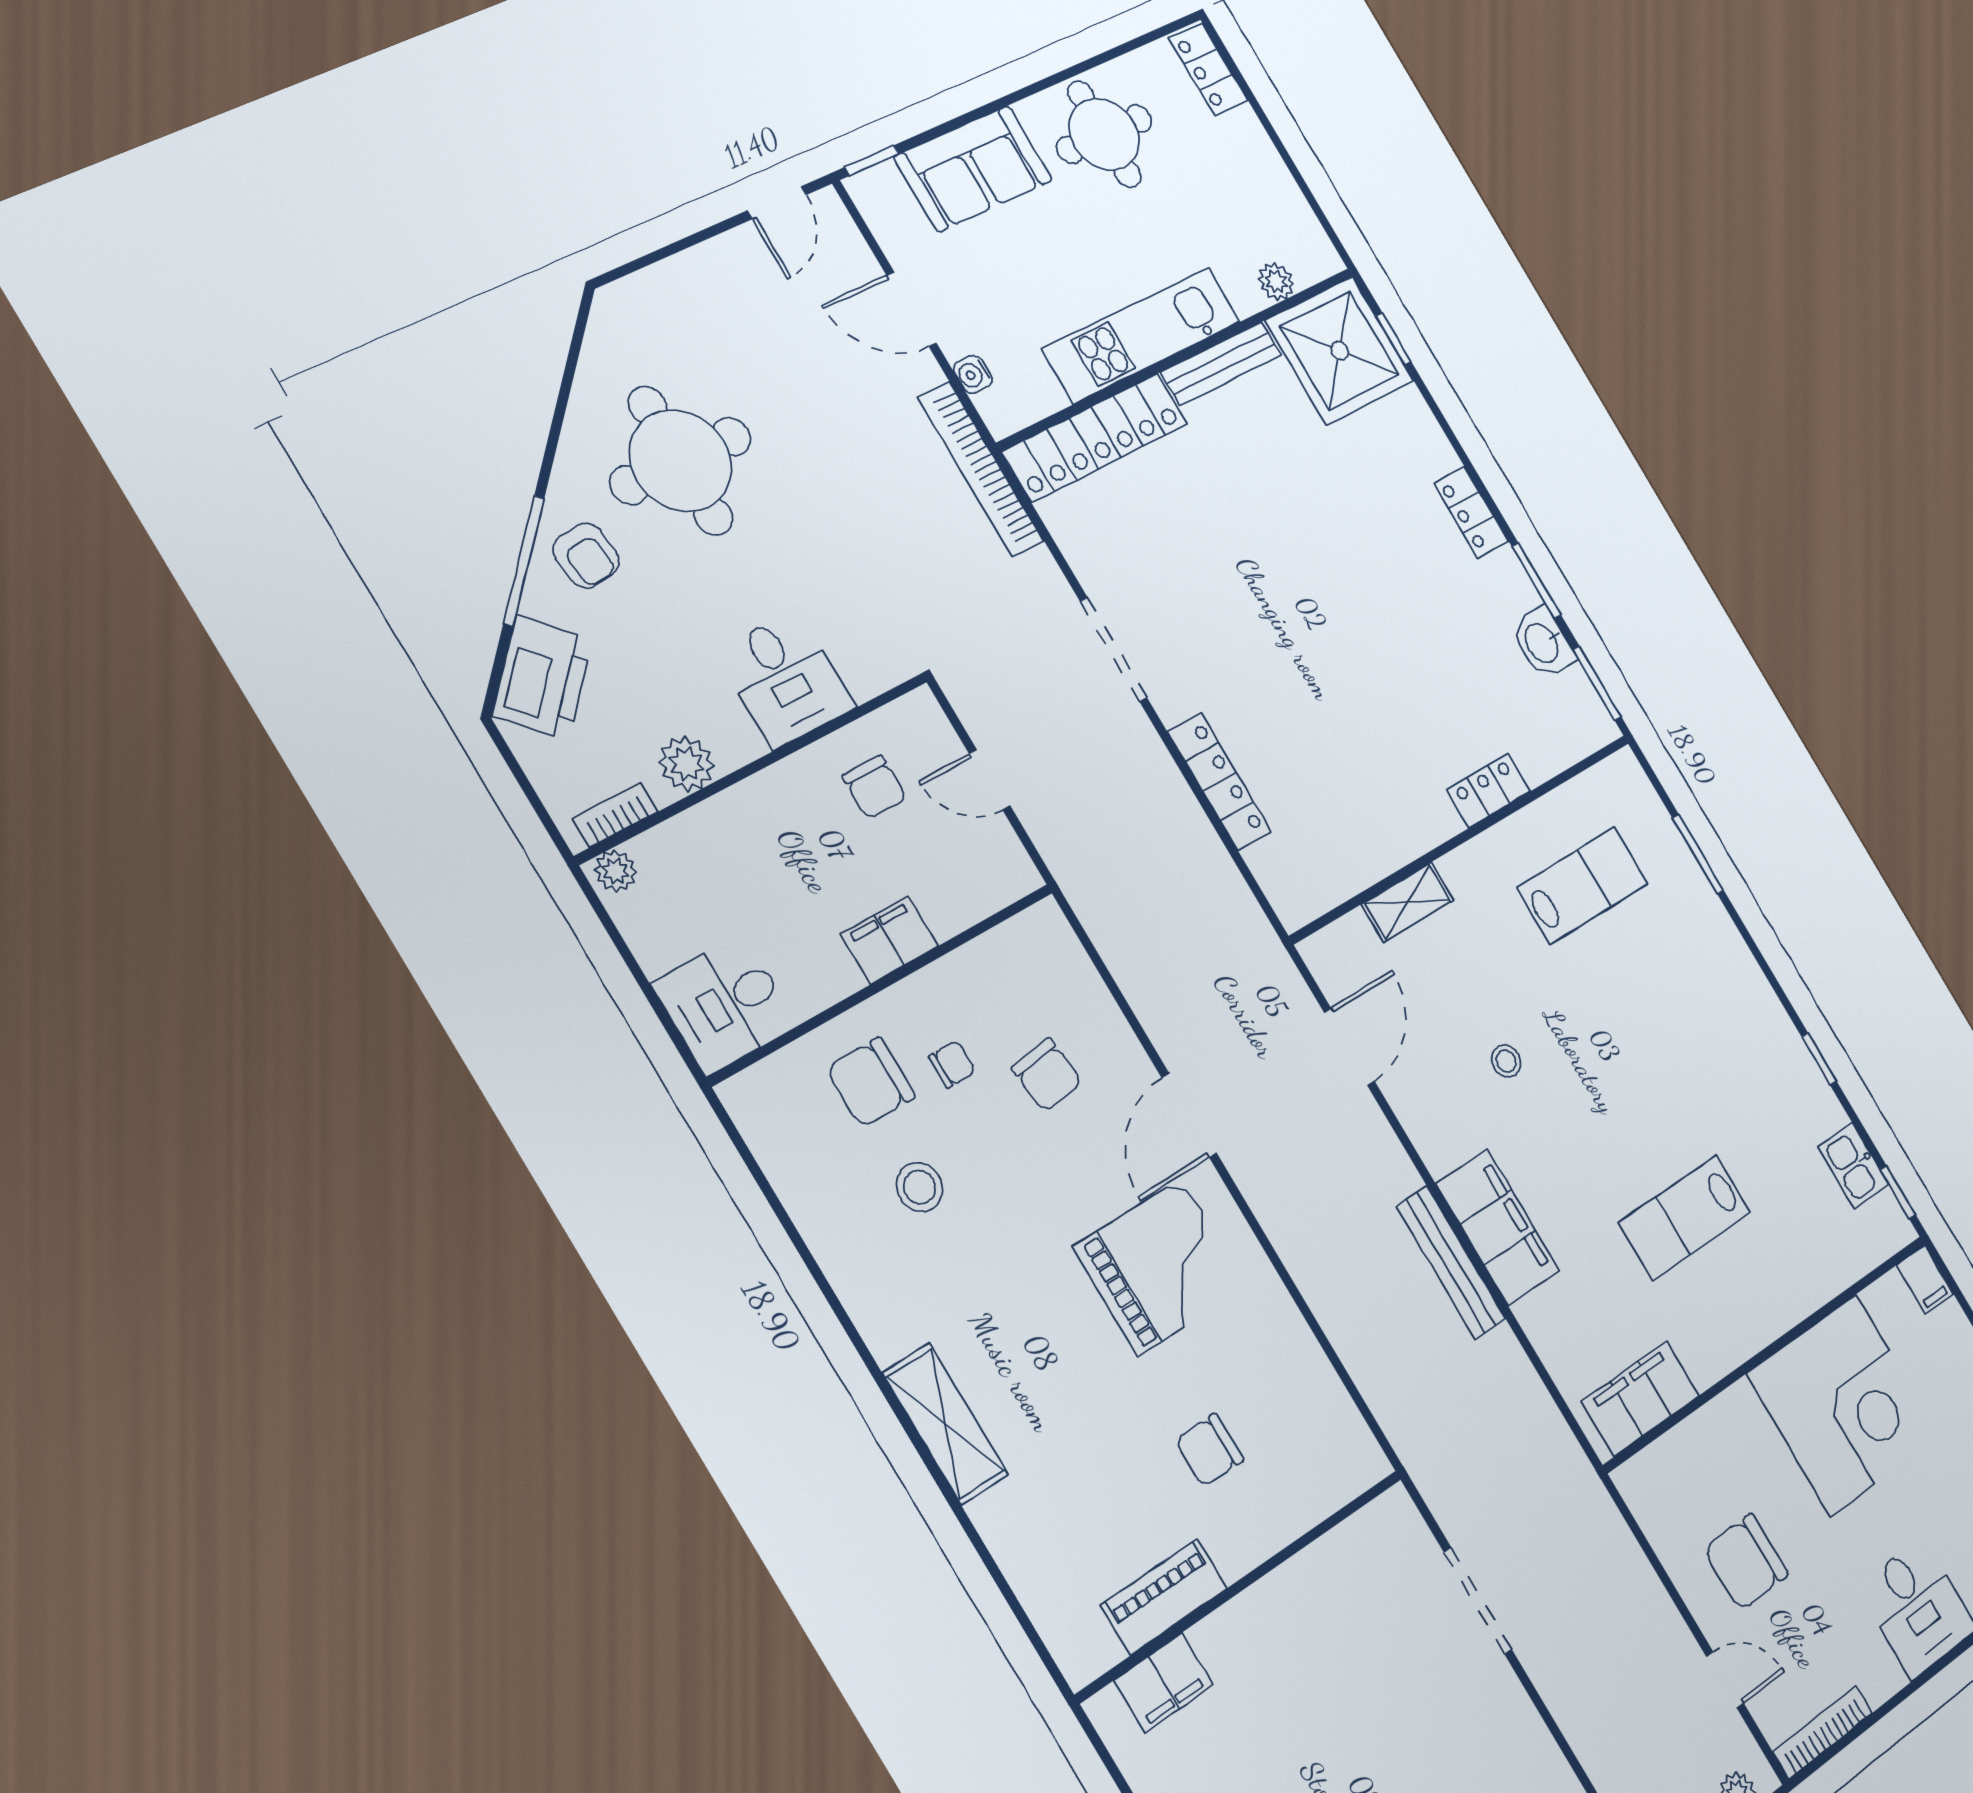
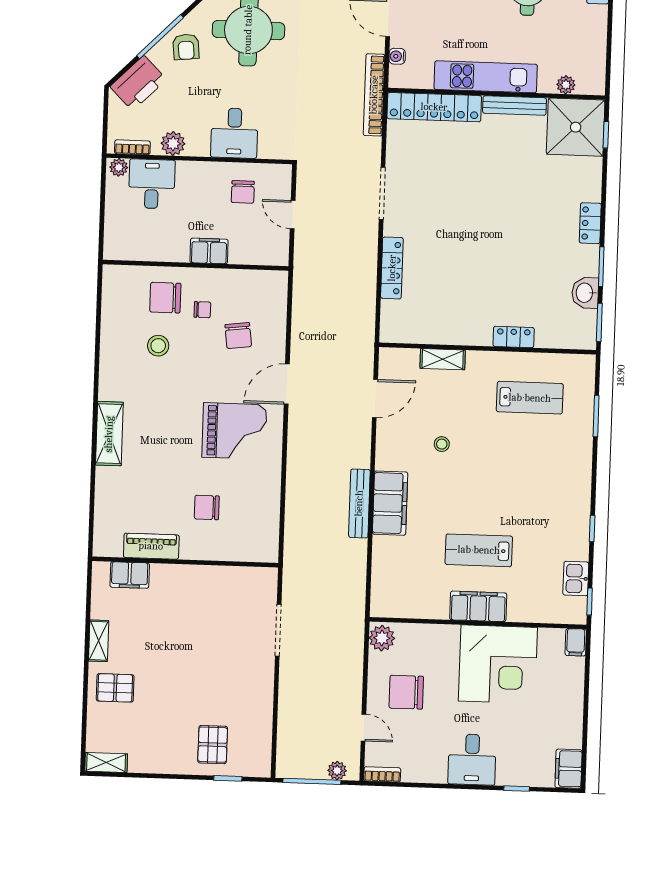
desk: (725, 1004) -> (152, 184), moved, turned 90
filing cabinet: (1640, 1398) -> (478, 606), moved
plant: (1646, 1490) -> (382, 638), added
bookcase: (1823, 1732) -> (382, 774), width x0.64

